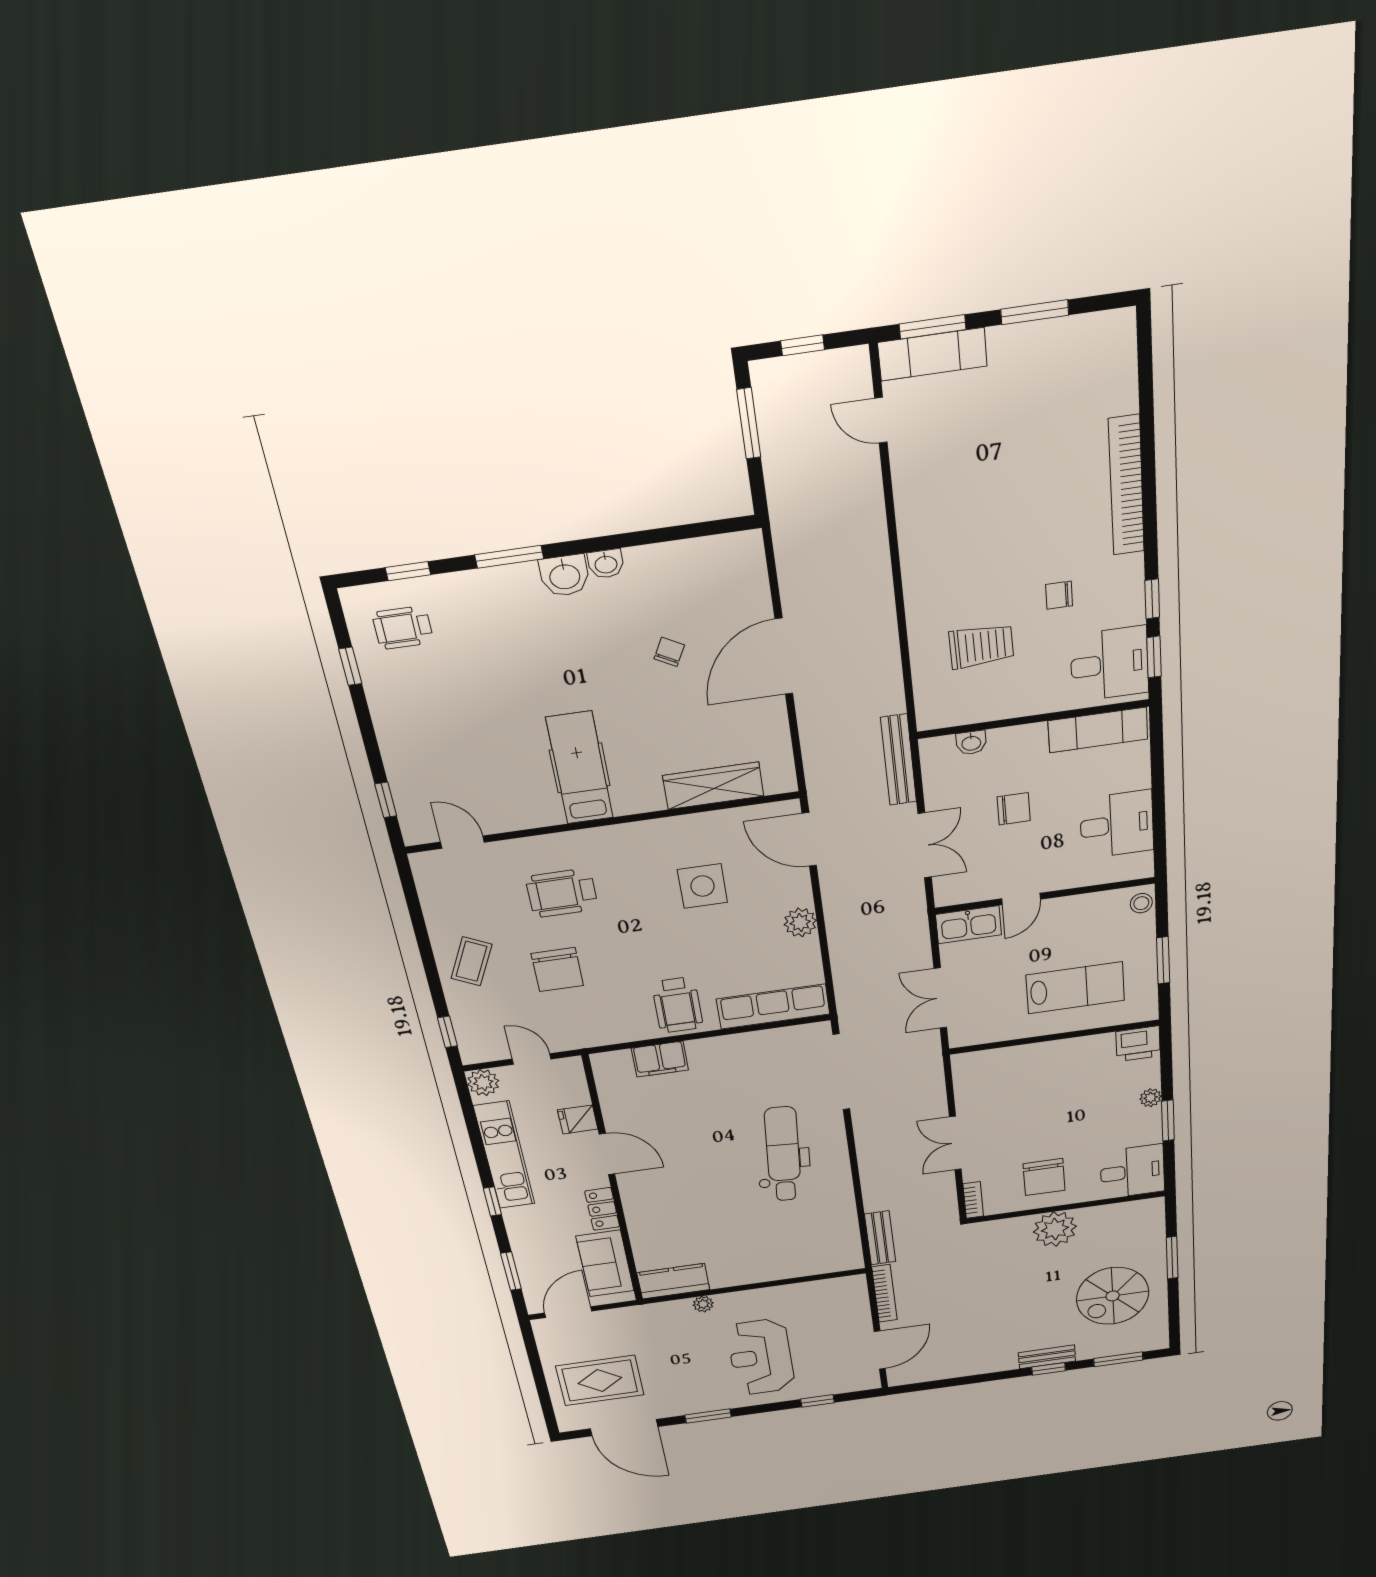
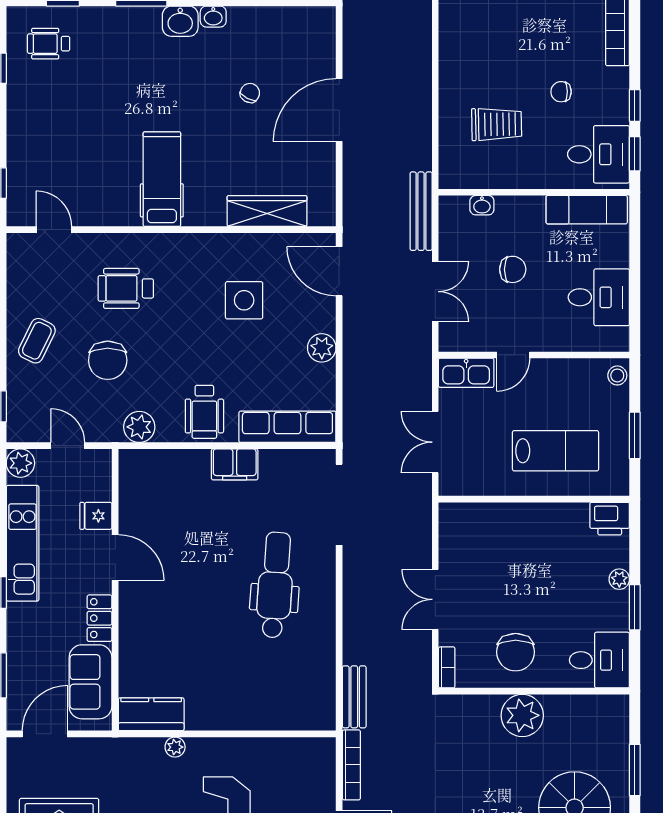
plant: (607, 1030) -> (139, 427), added
filing cabinet: (660, 1059) -> (235, 464), moved

